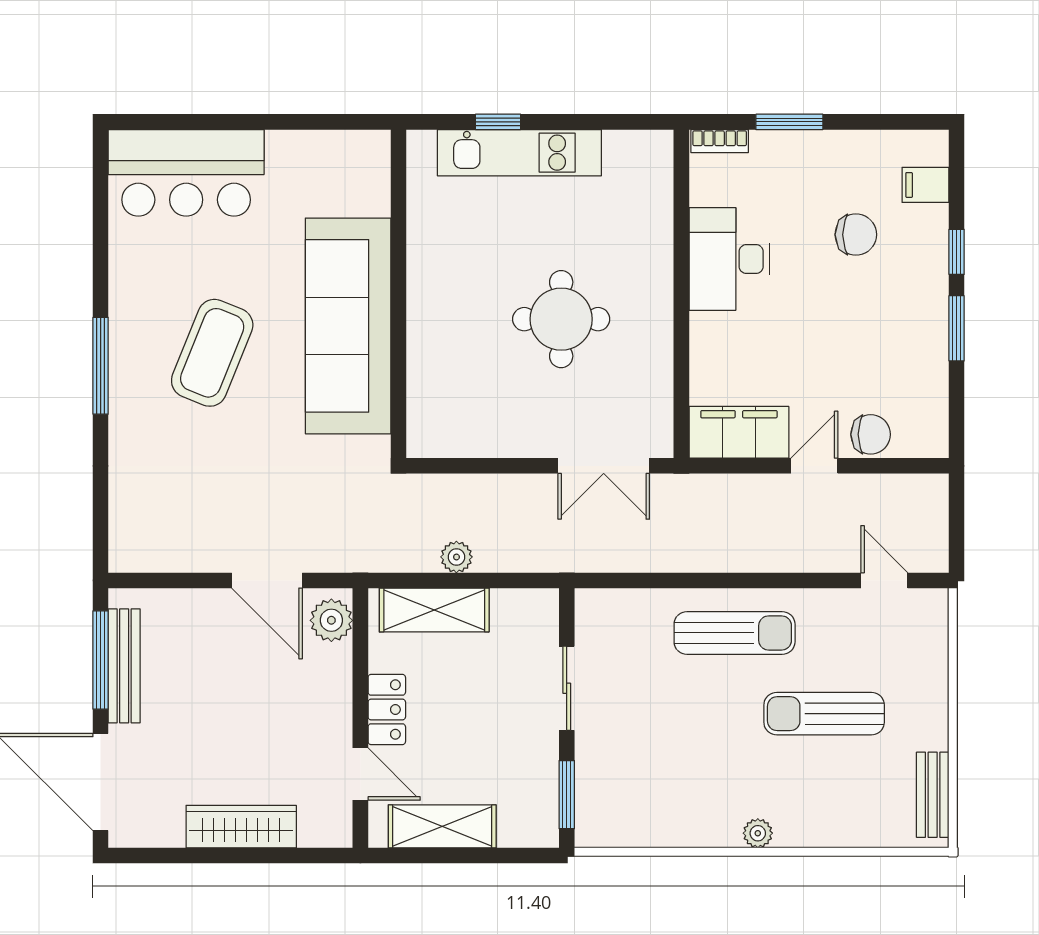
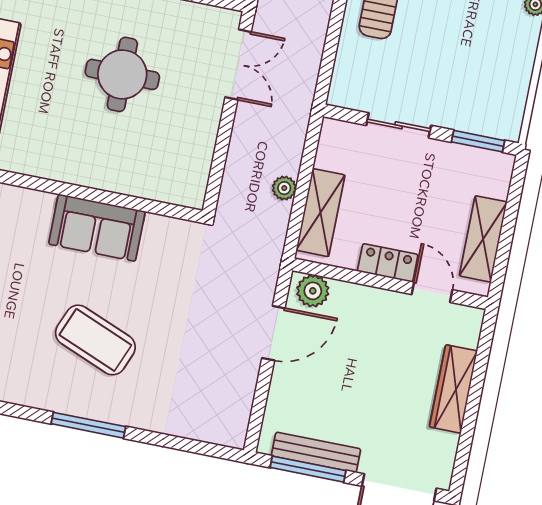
sofa: (348, 326) -> (97, 228), width x0.54, depth x0.79
door: (360, 774) -> (432, 292), hinge flipped

